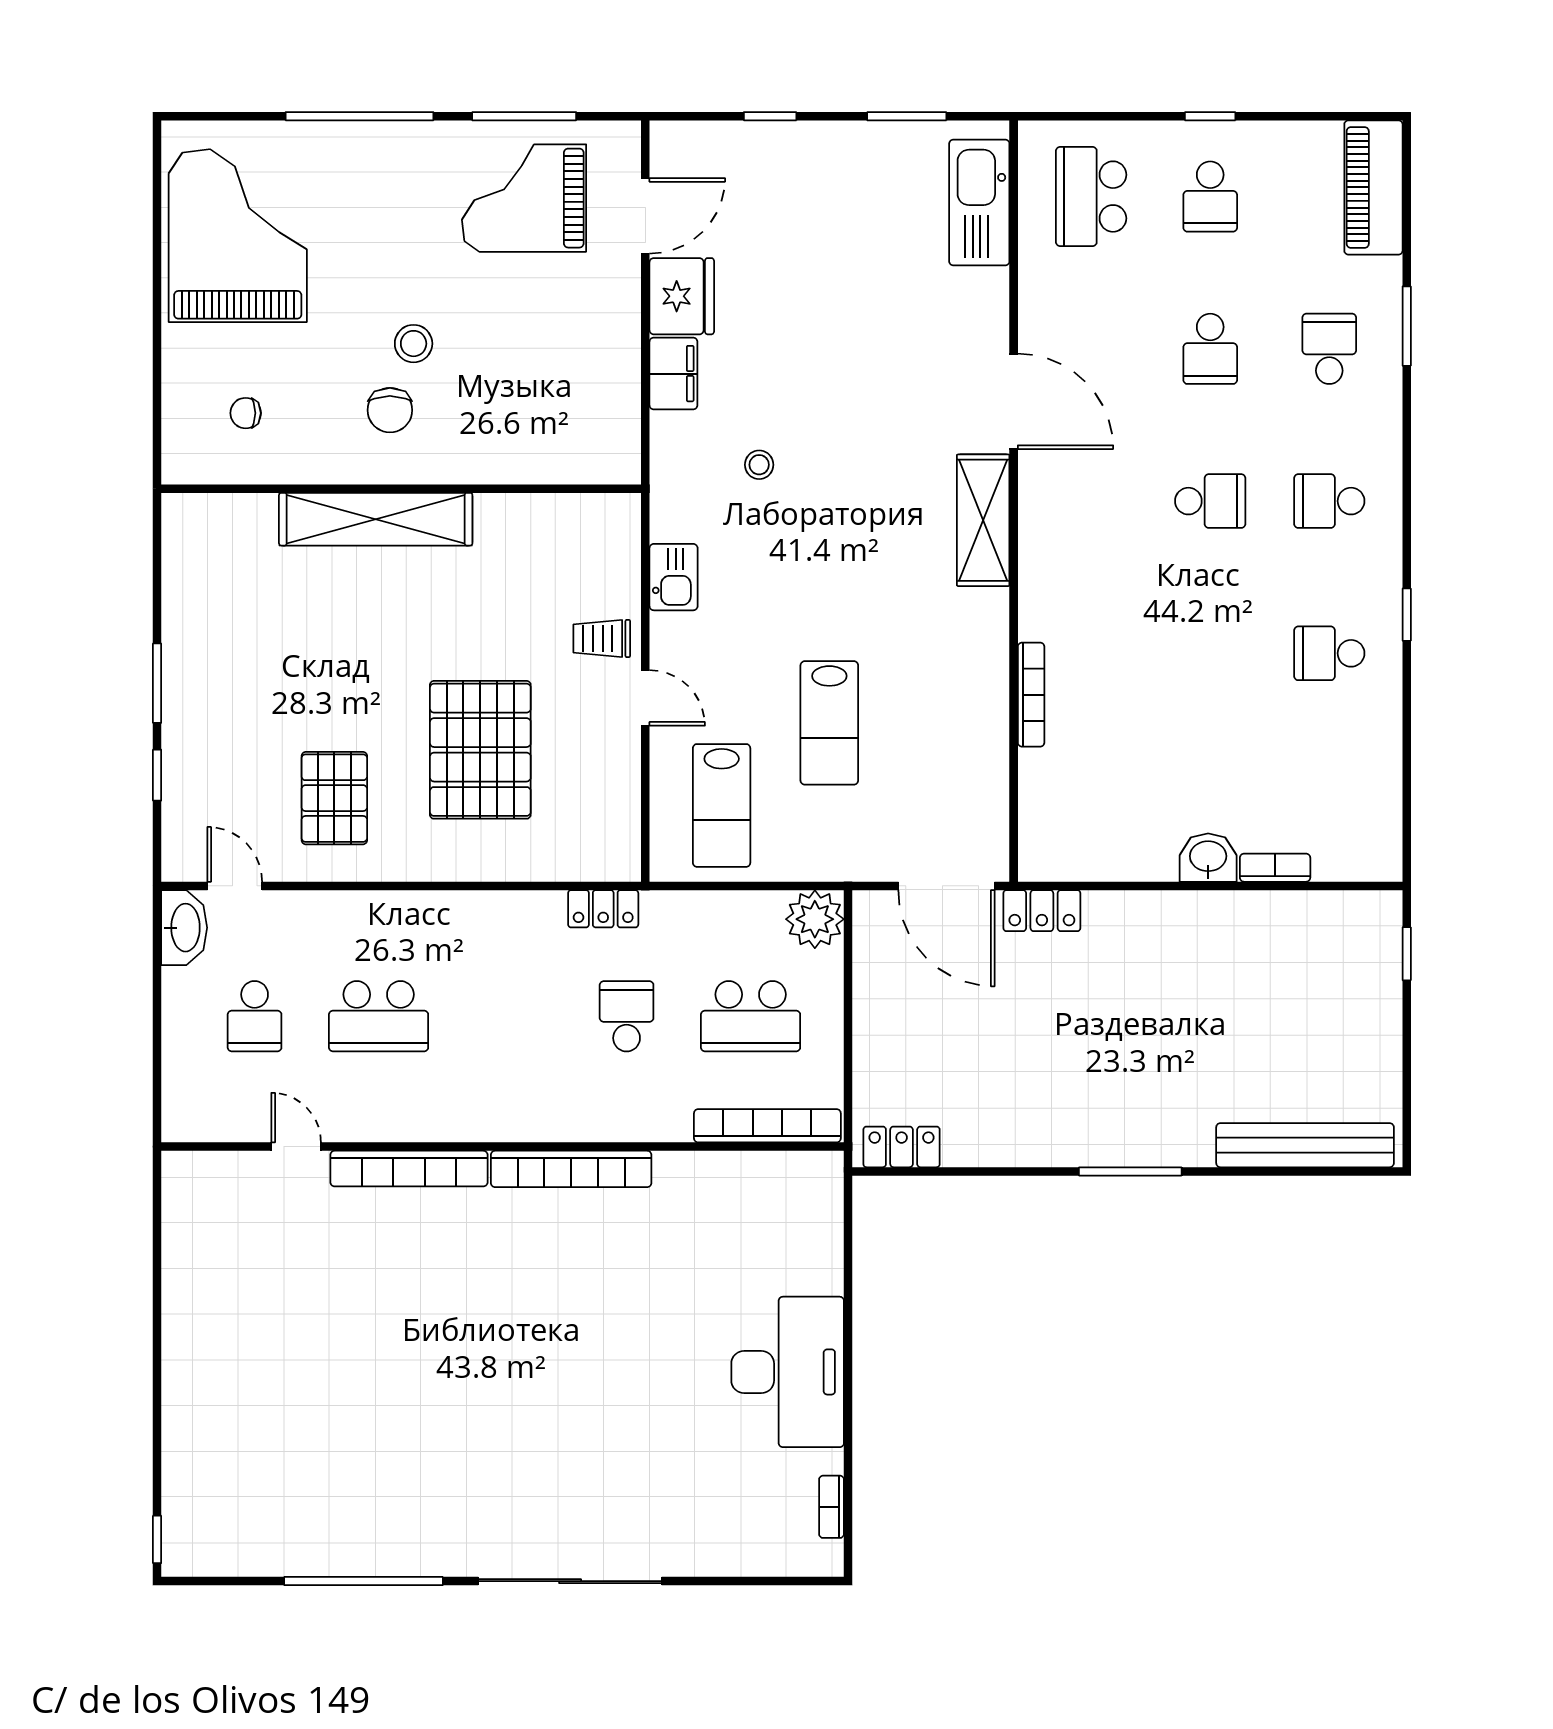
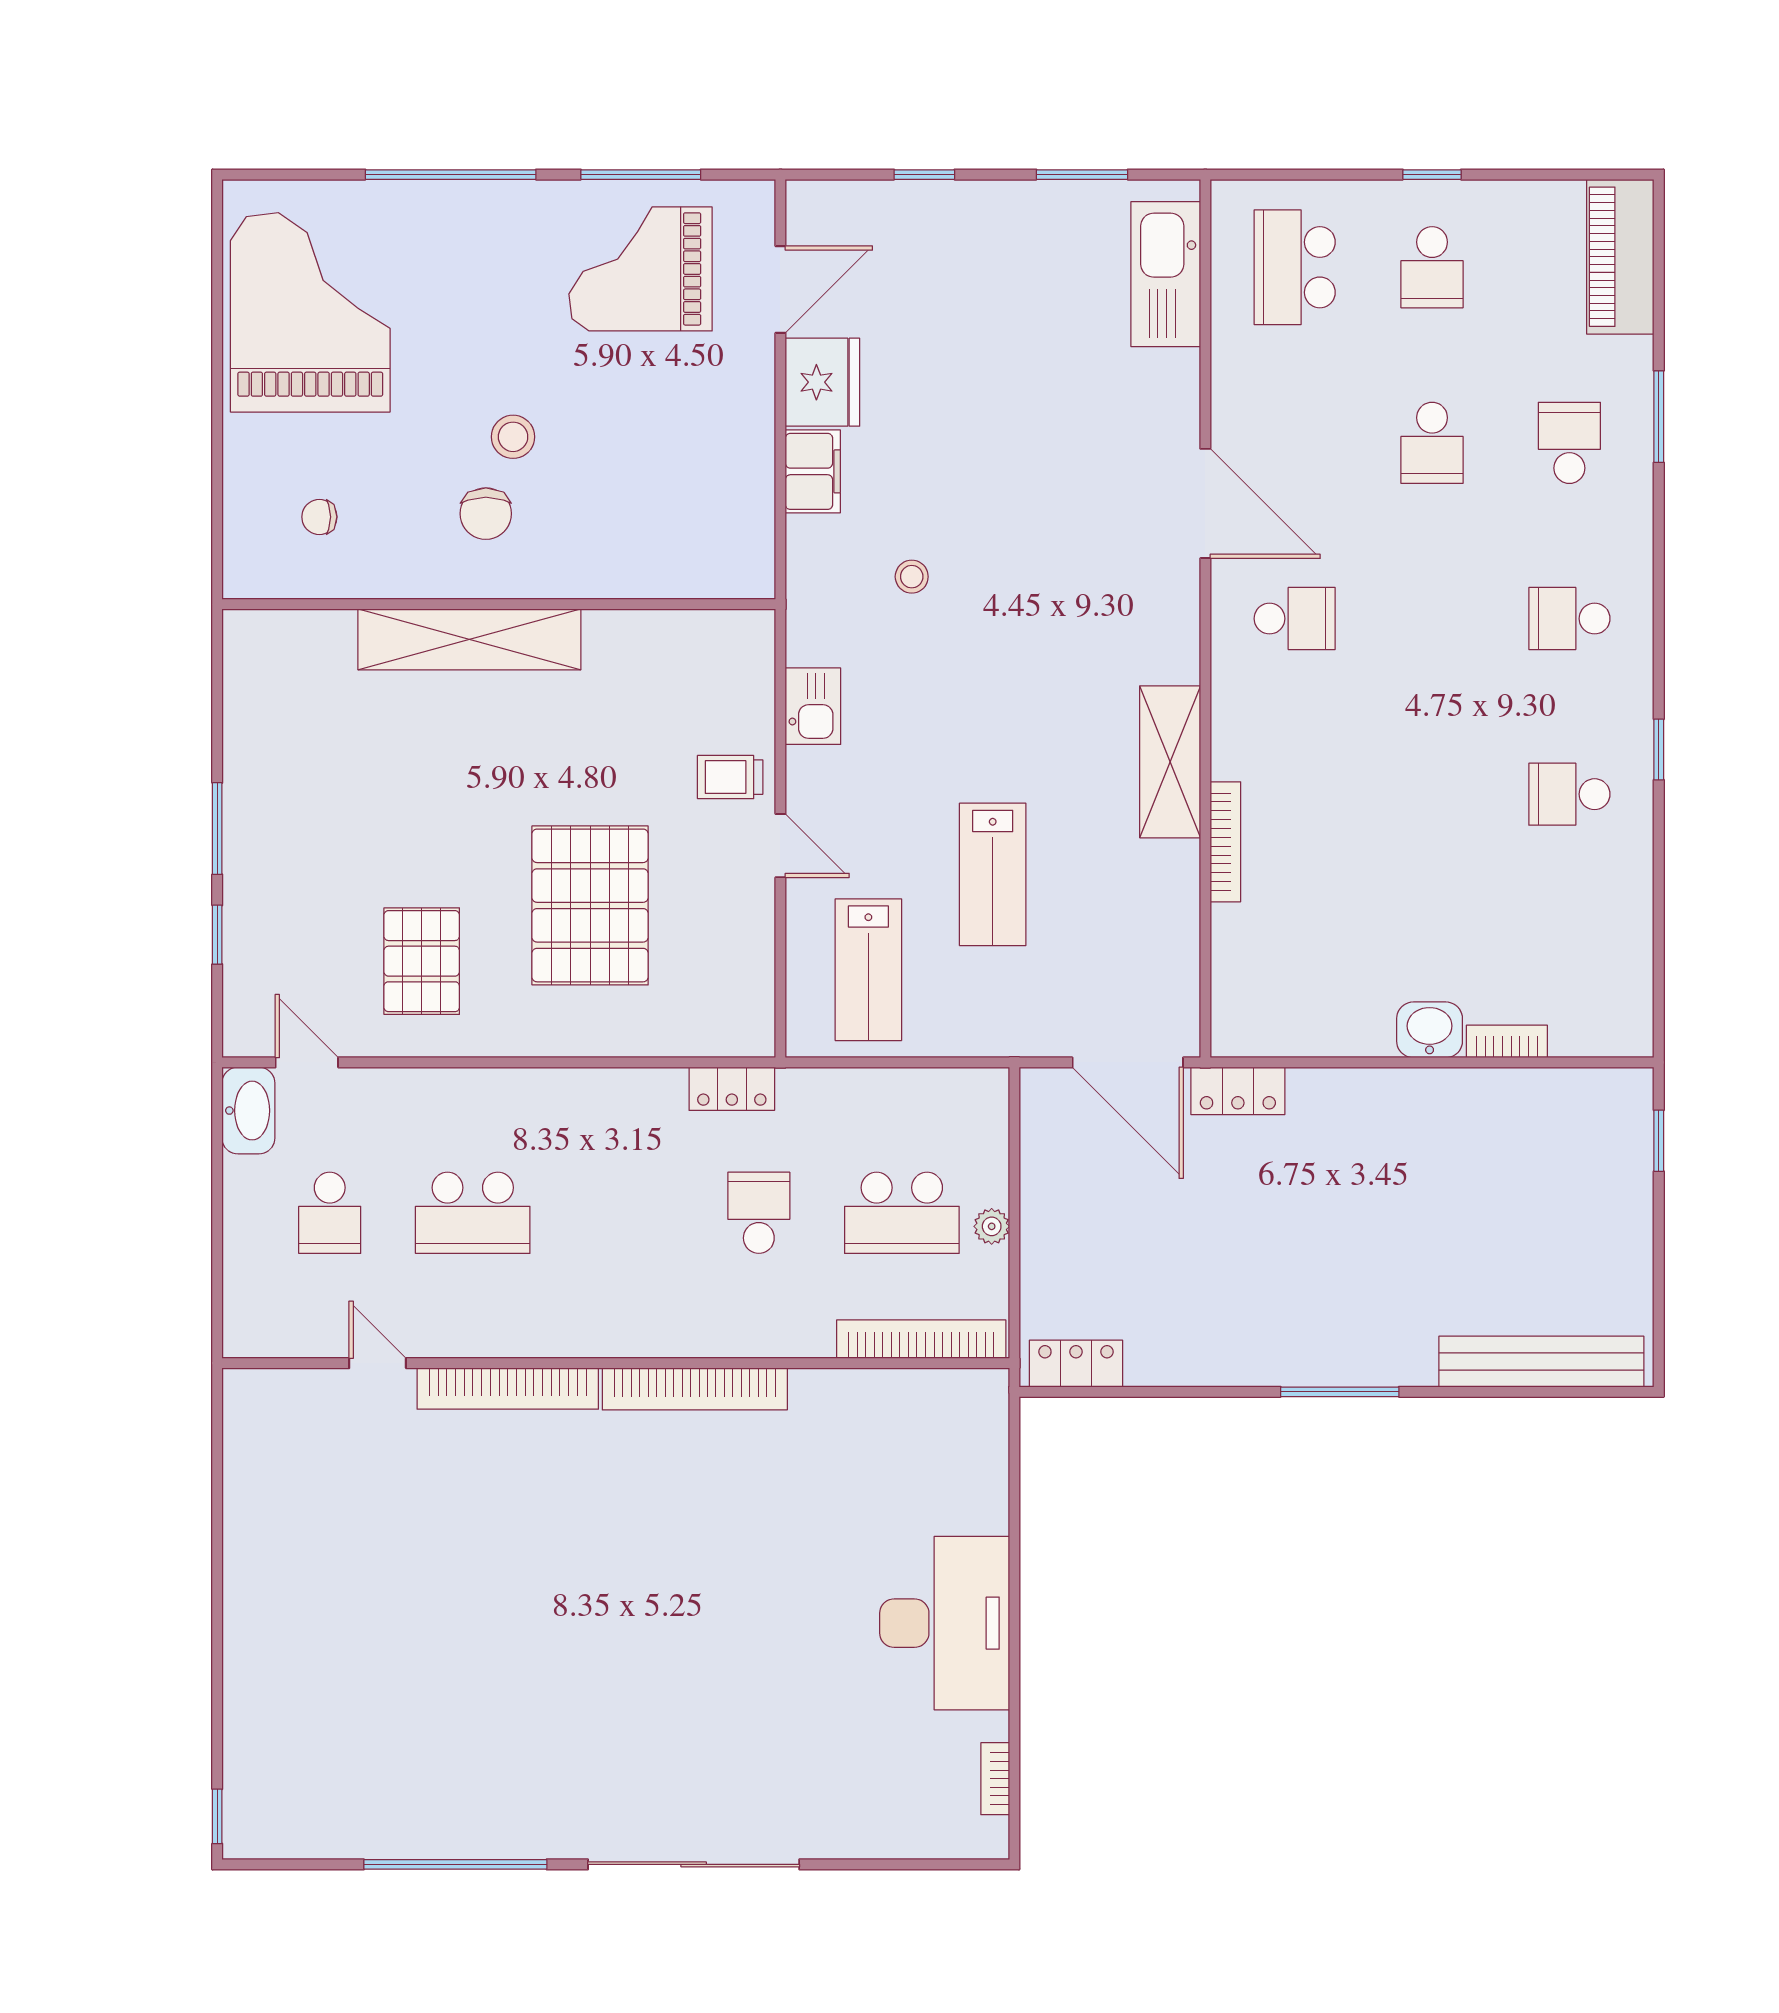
school desk: (1210, 501) -> (1295, 619), moved
shelving: (983, 520) -> (1170, 762), moved
plant: (815, 919) -> (992, 1226), moved, width x0.53, depth x0.53

